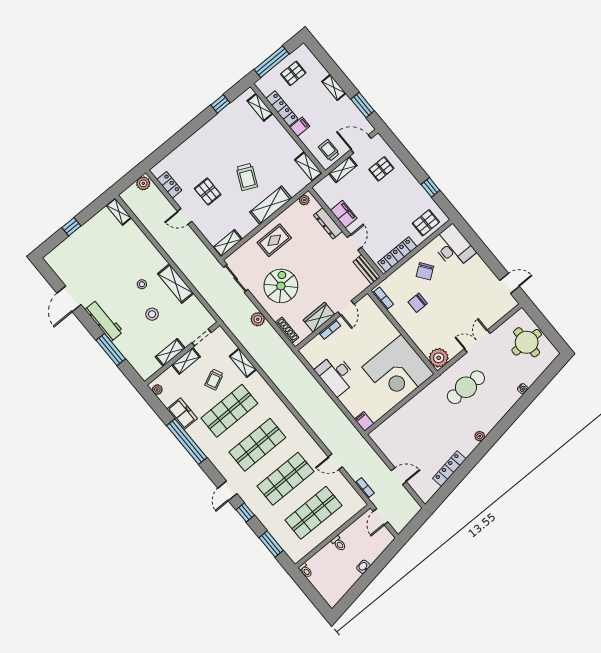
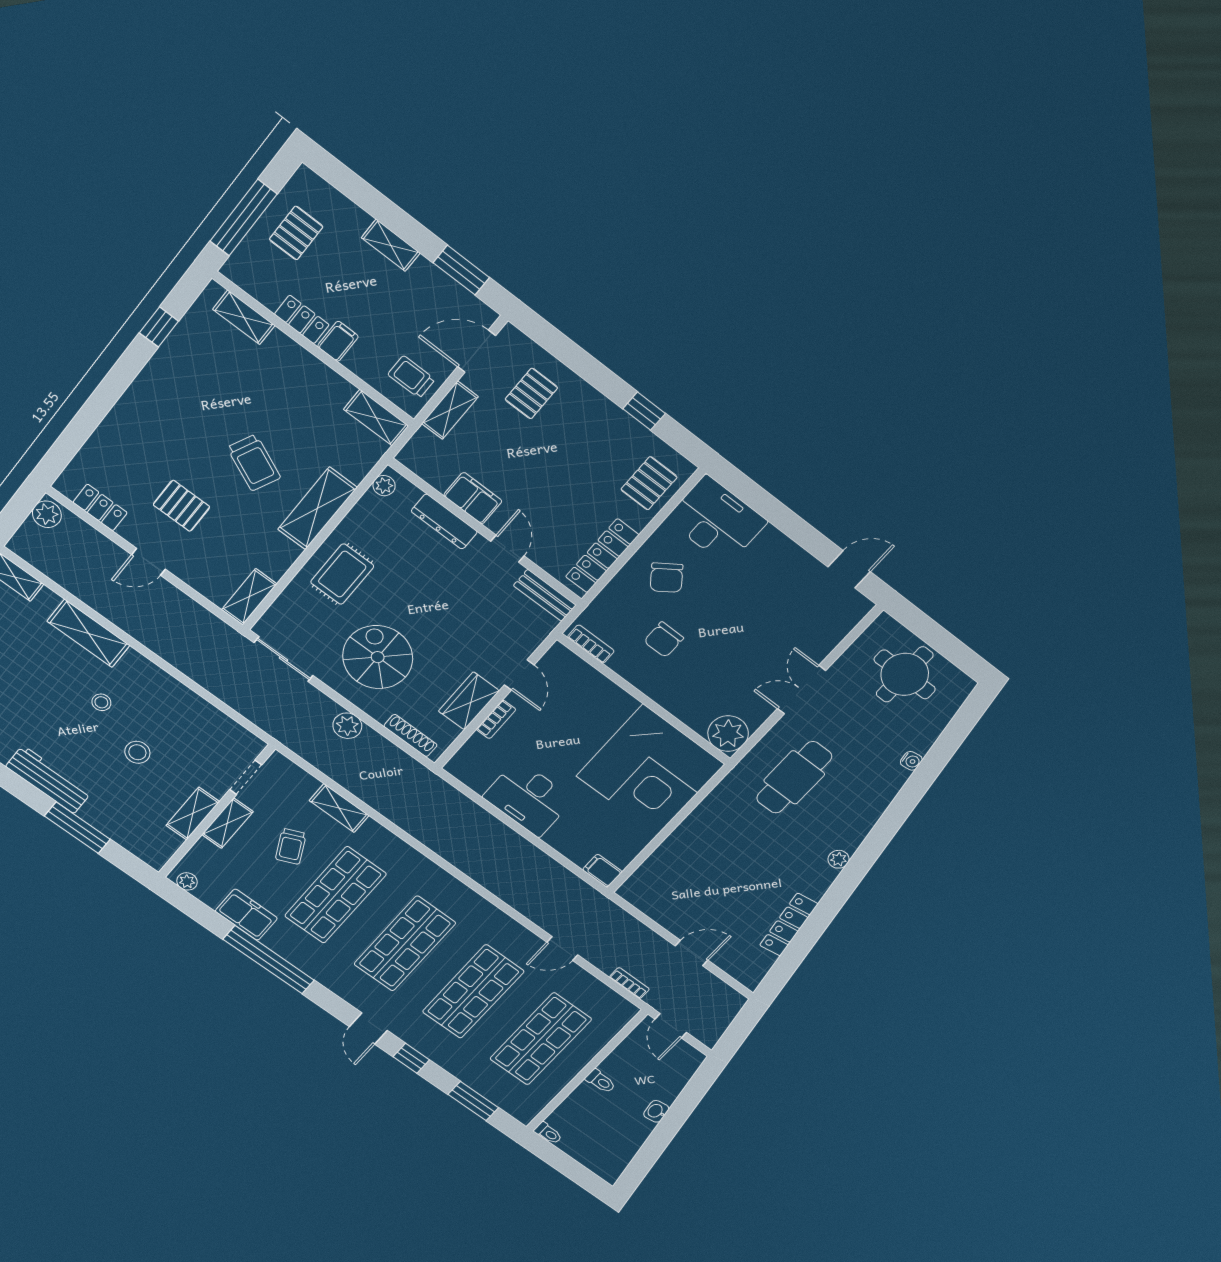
locker: (282, 109) -> (302, 319), width x0.66
shelving: (176, 284) -> (88, 633), moved

